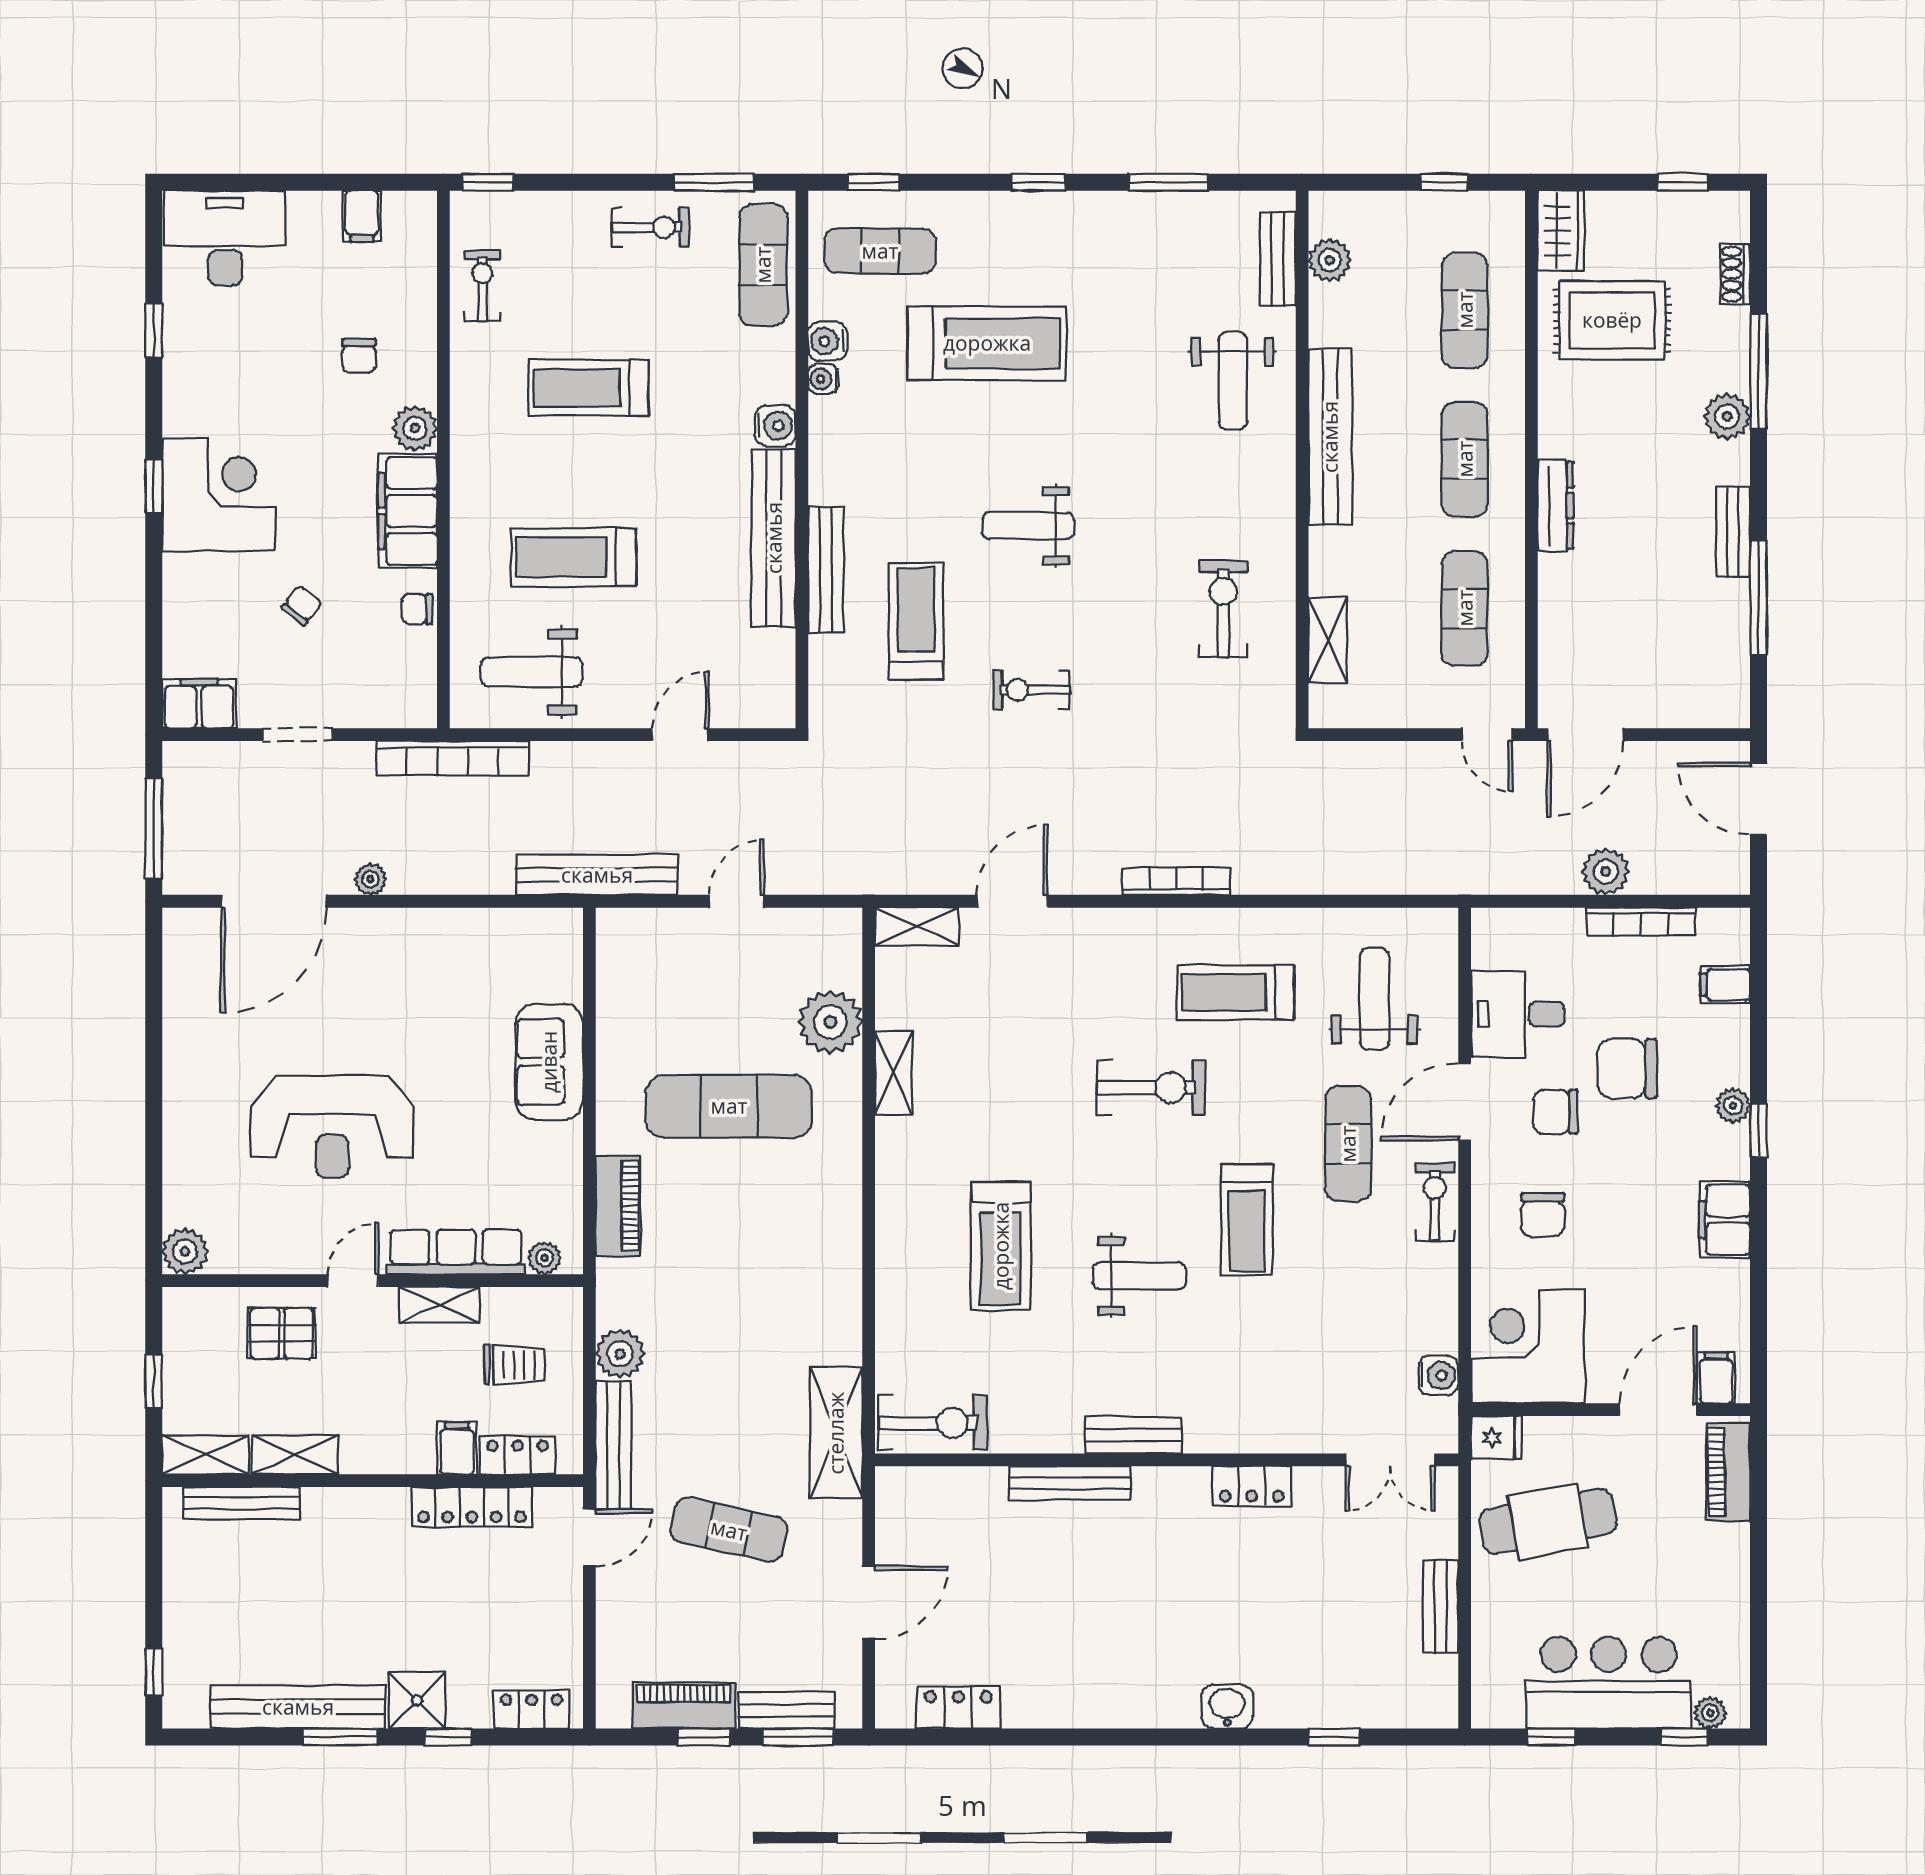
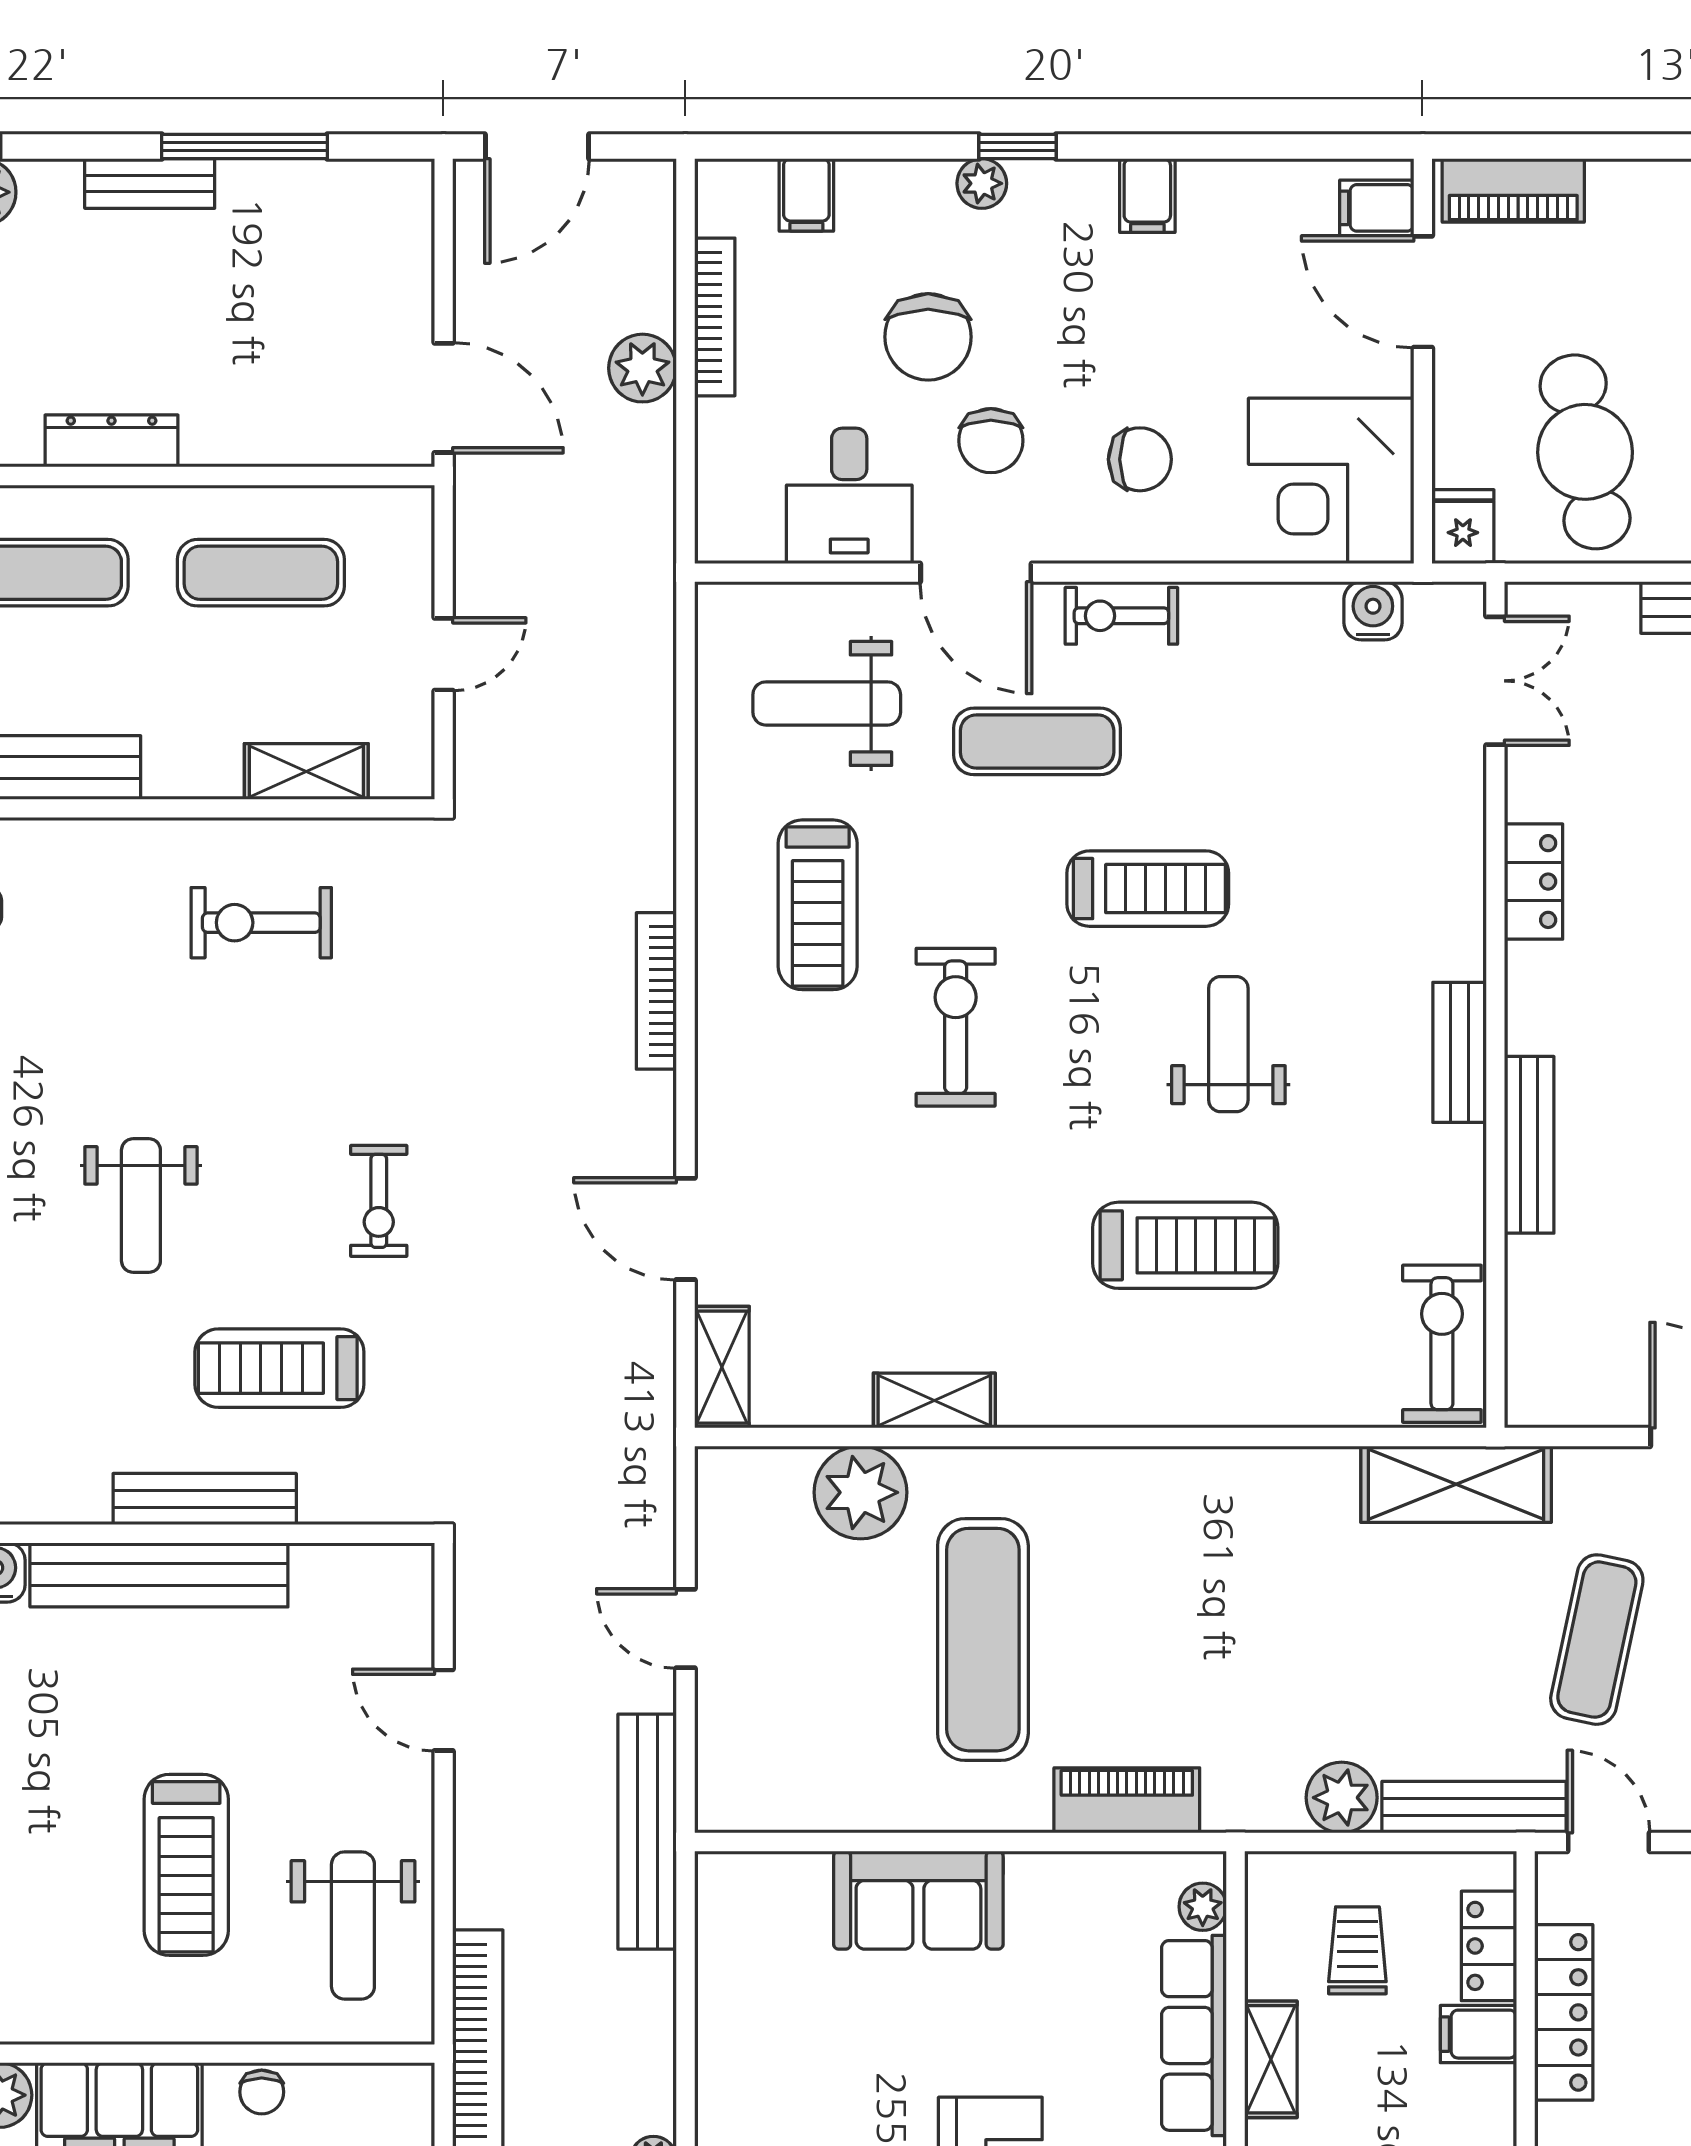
door: (1487, 735) -> (444, 654), moved
filing cabinet: (1725, 1220) -> (1147, 196), width x0.50

